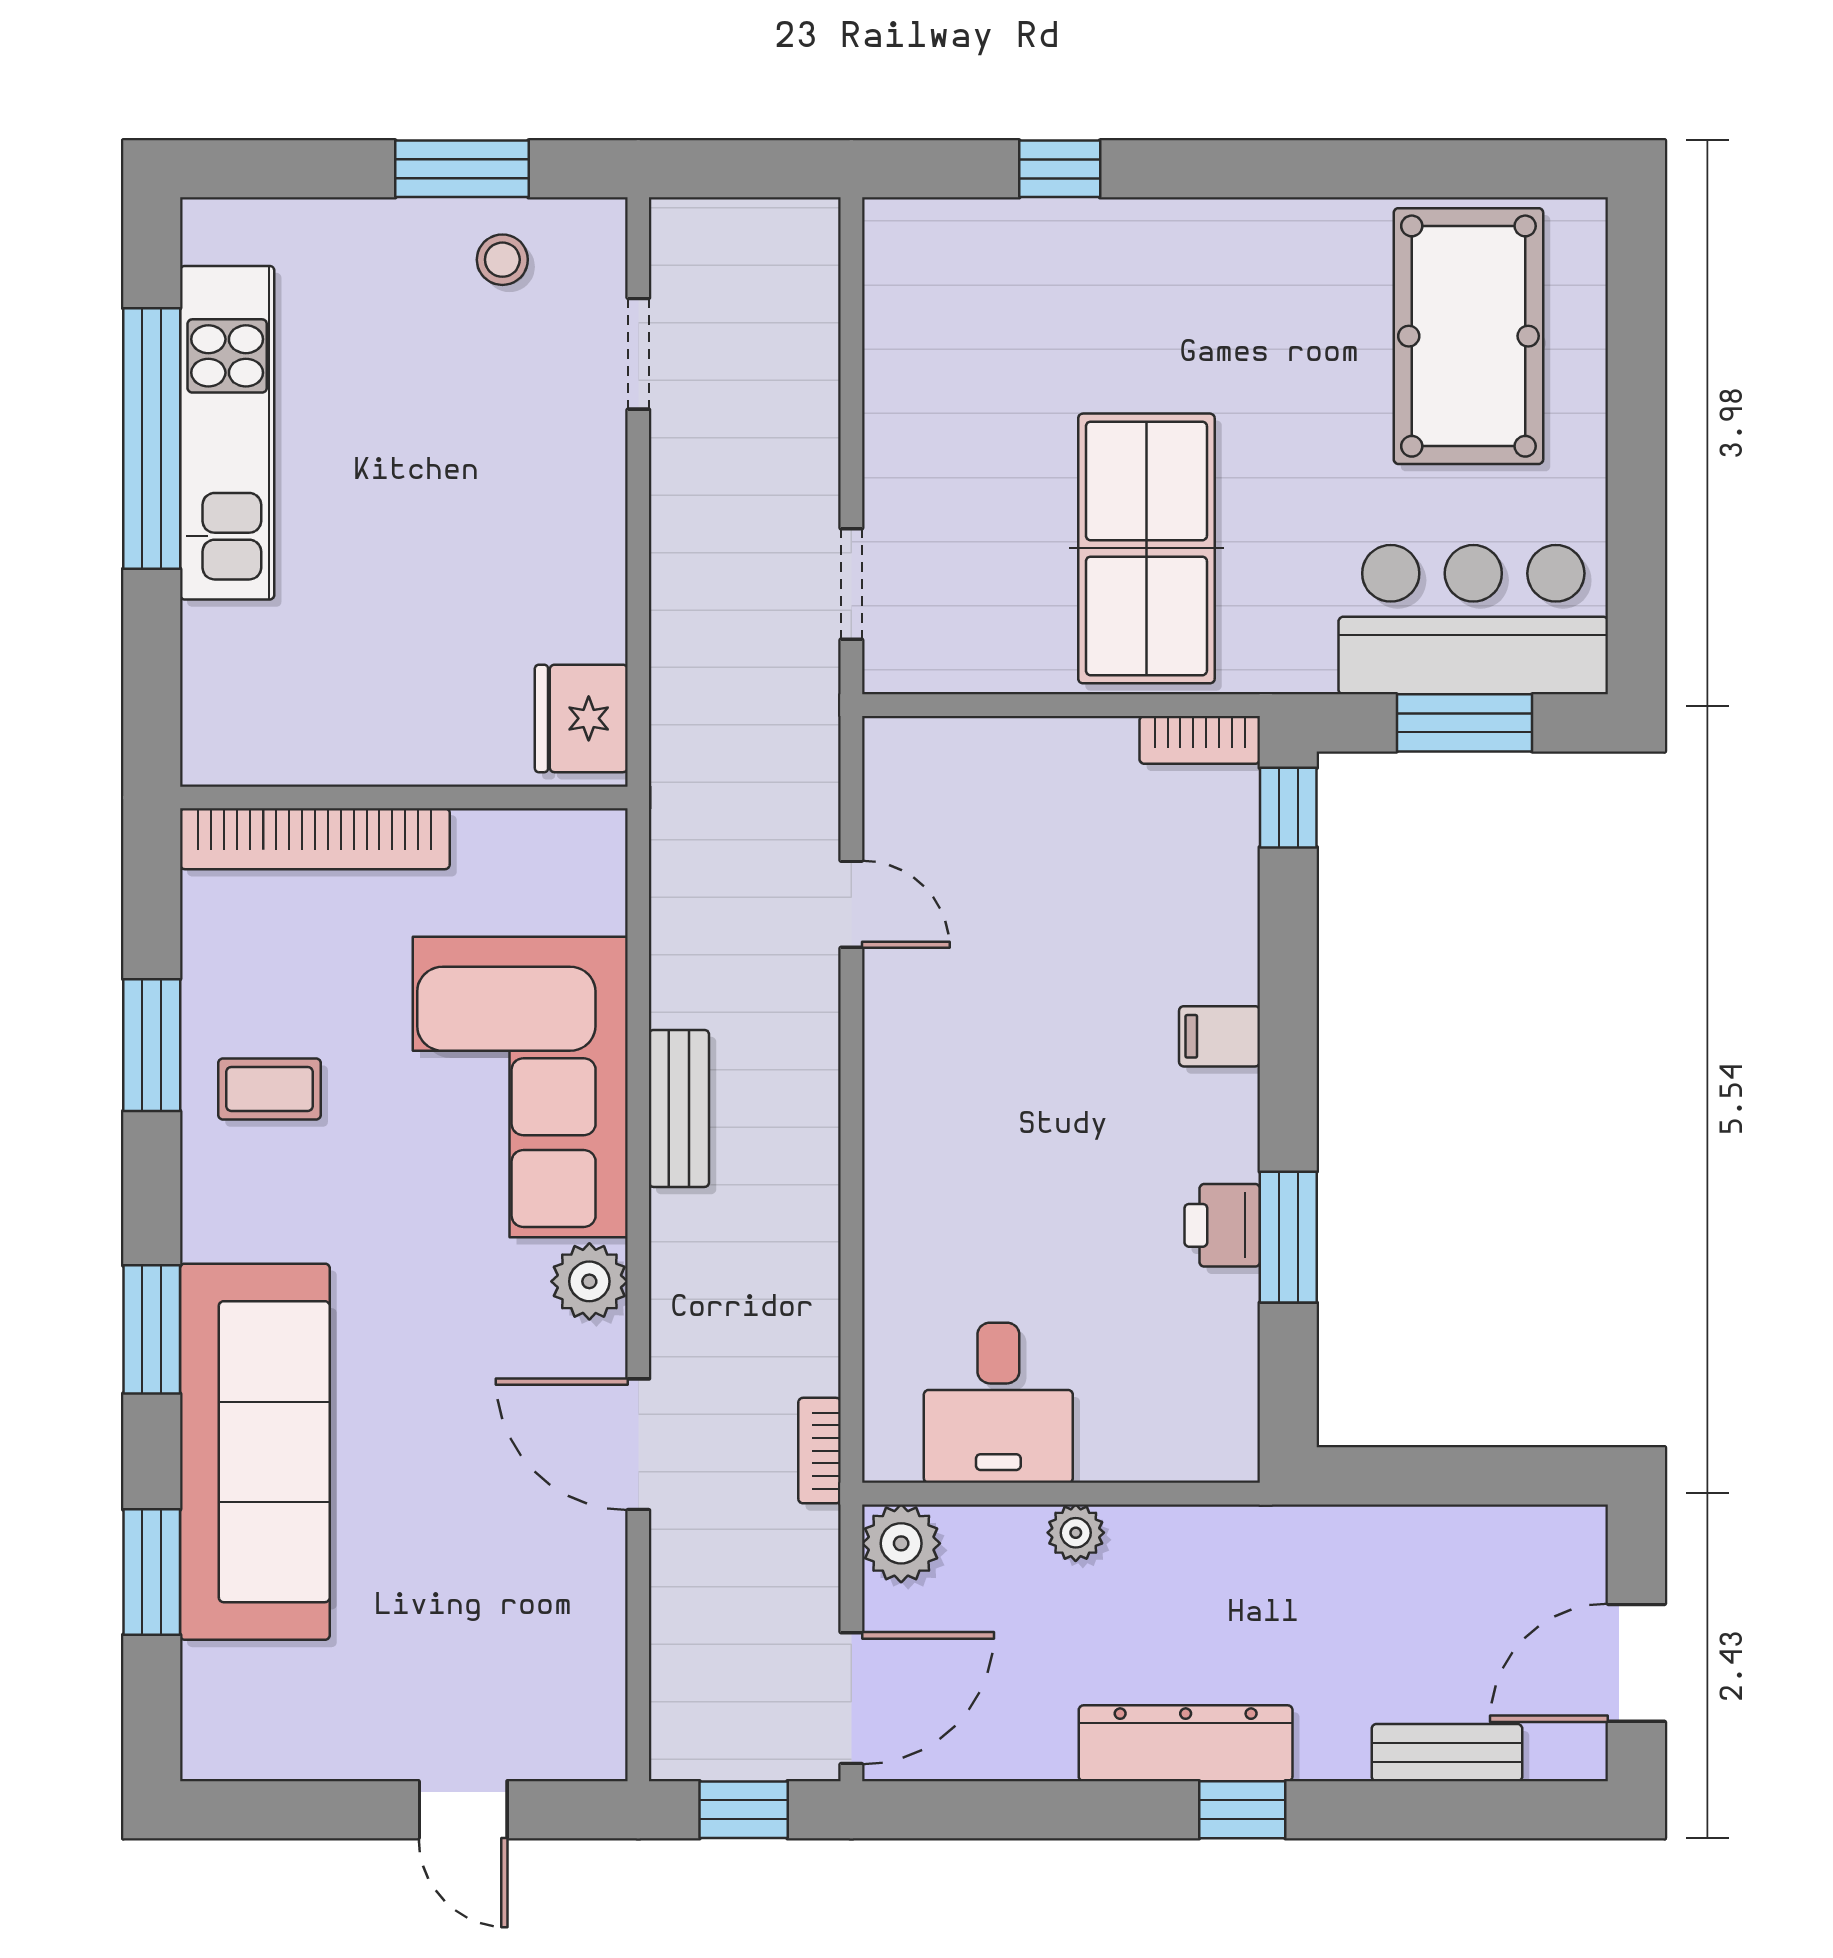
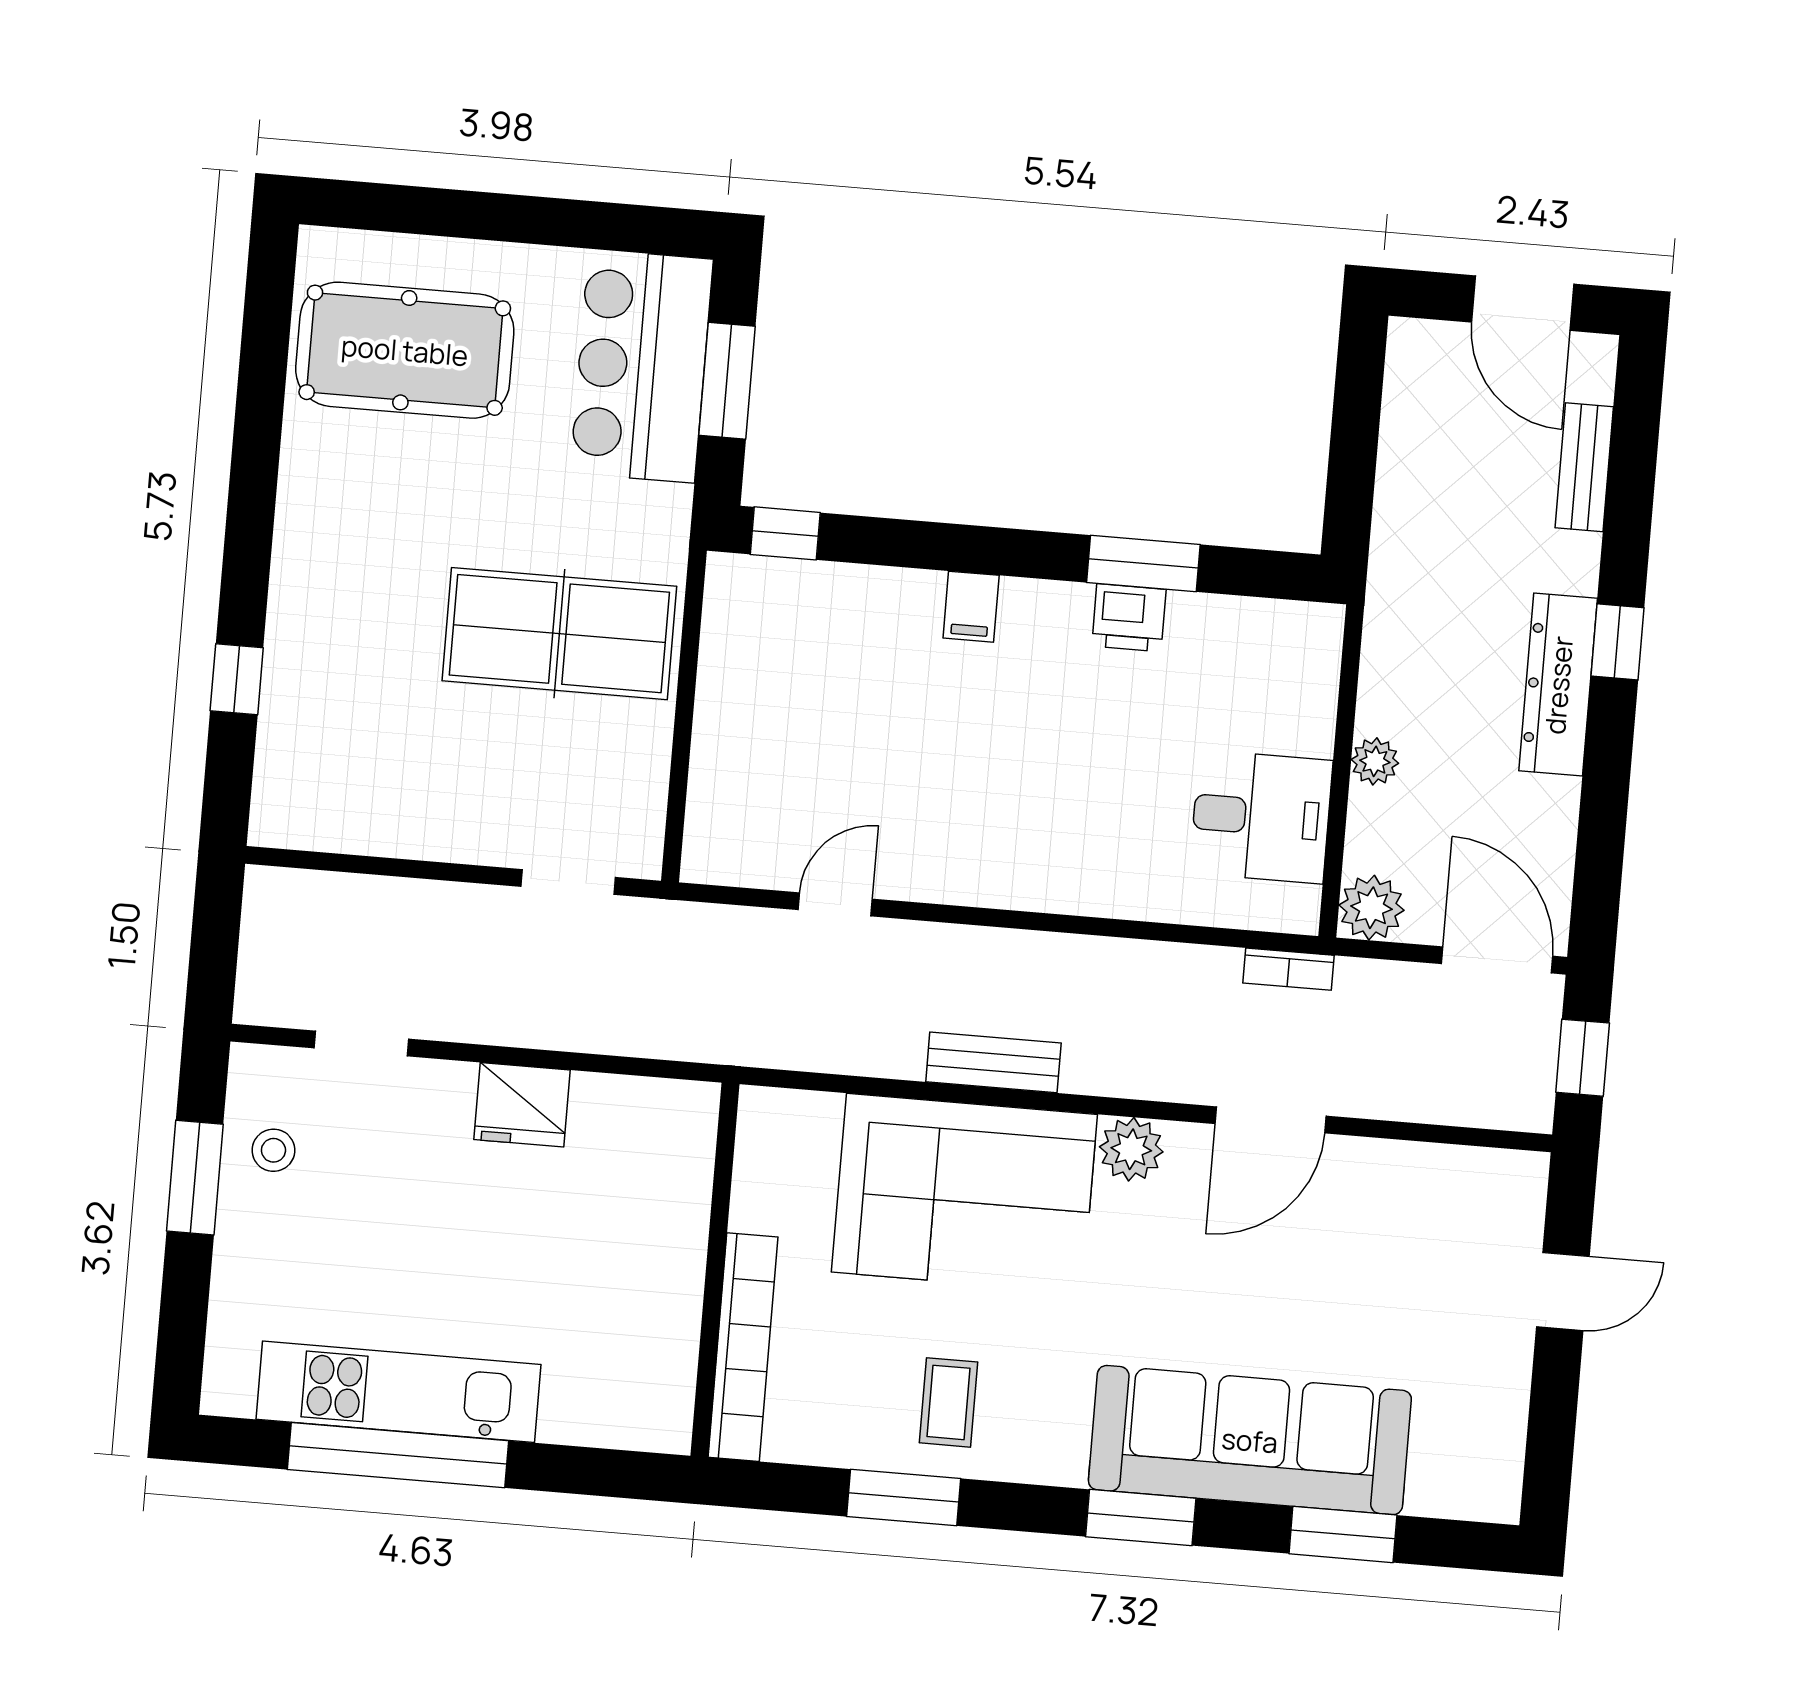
fridge: (581, 718) -> (522, 1105), moved
bookcase: (1200, 740) -> (723, 602), removed

